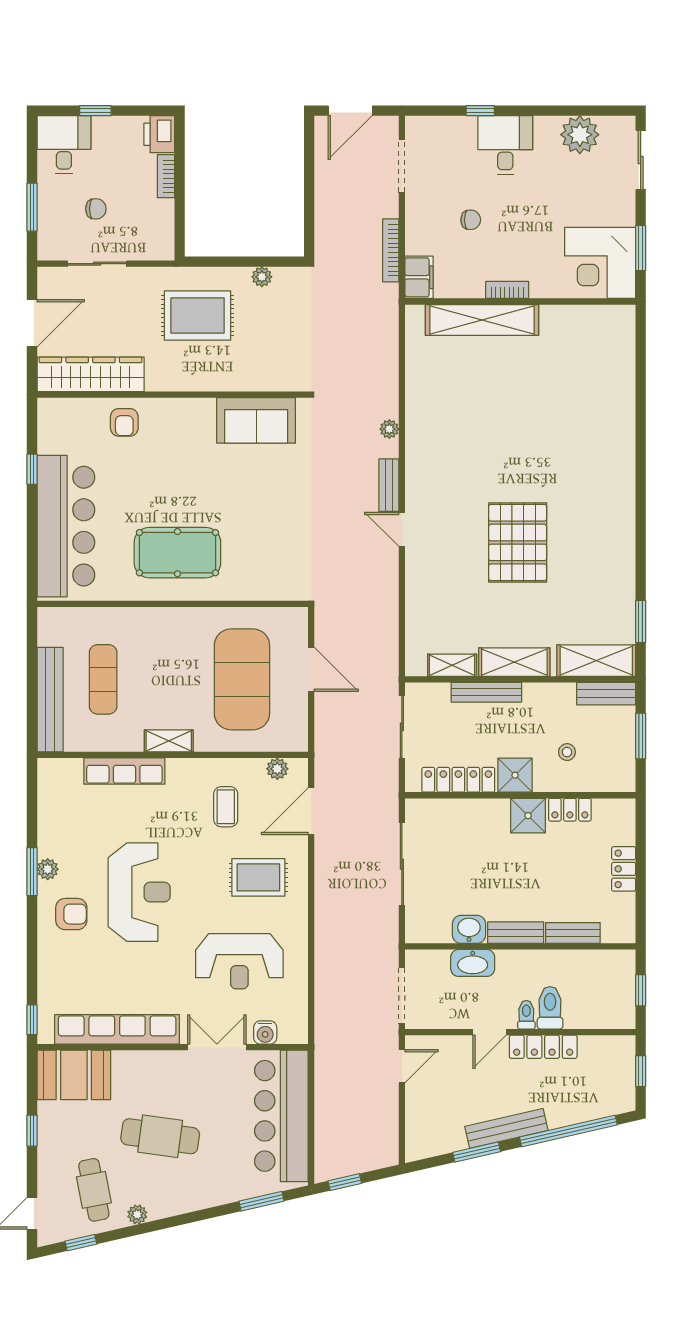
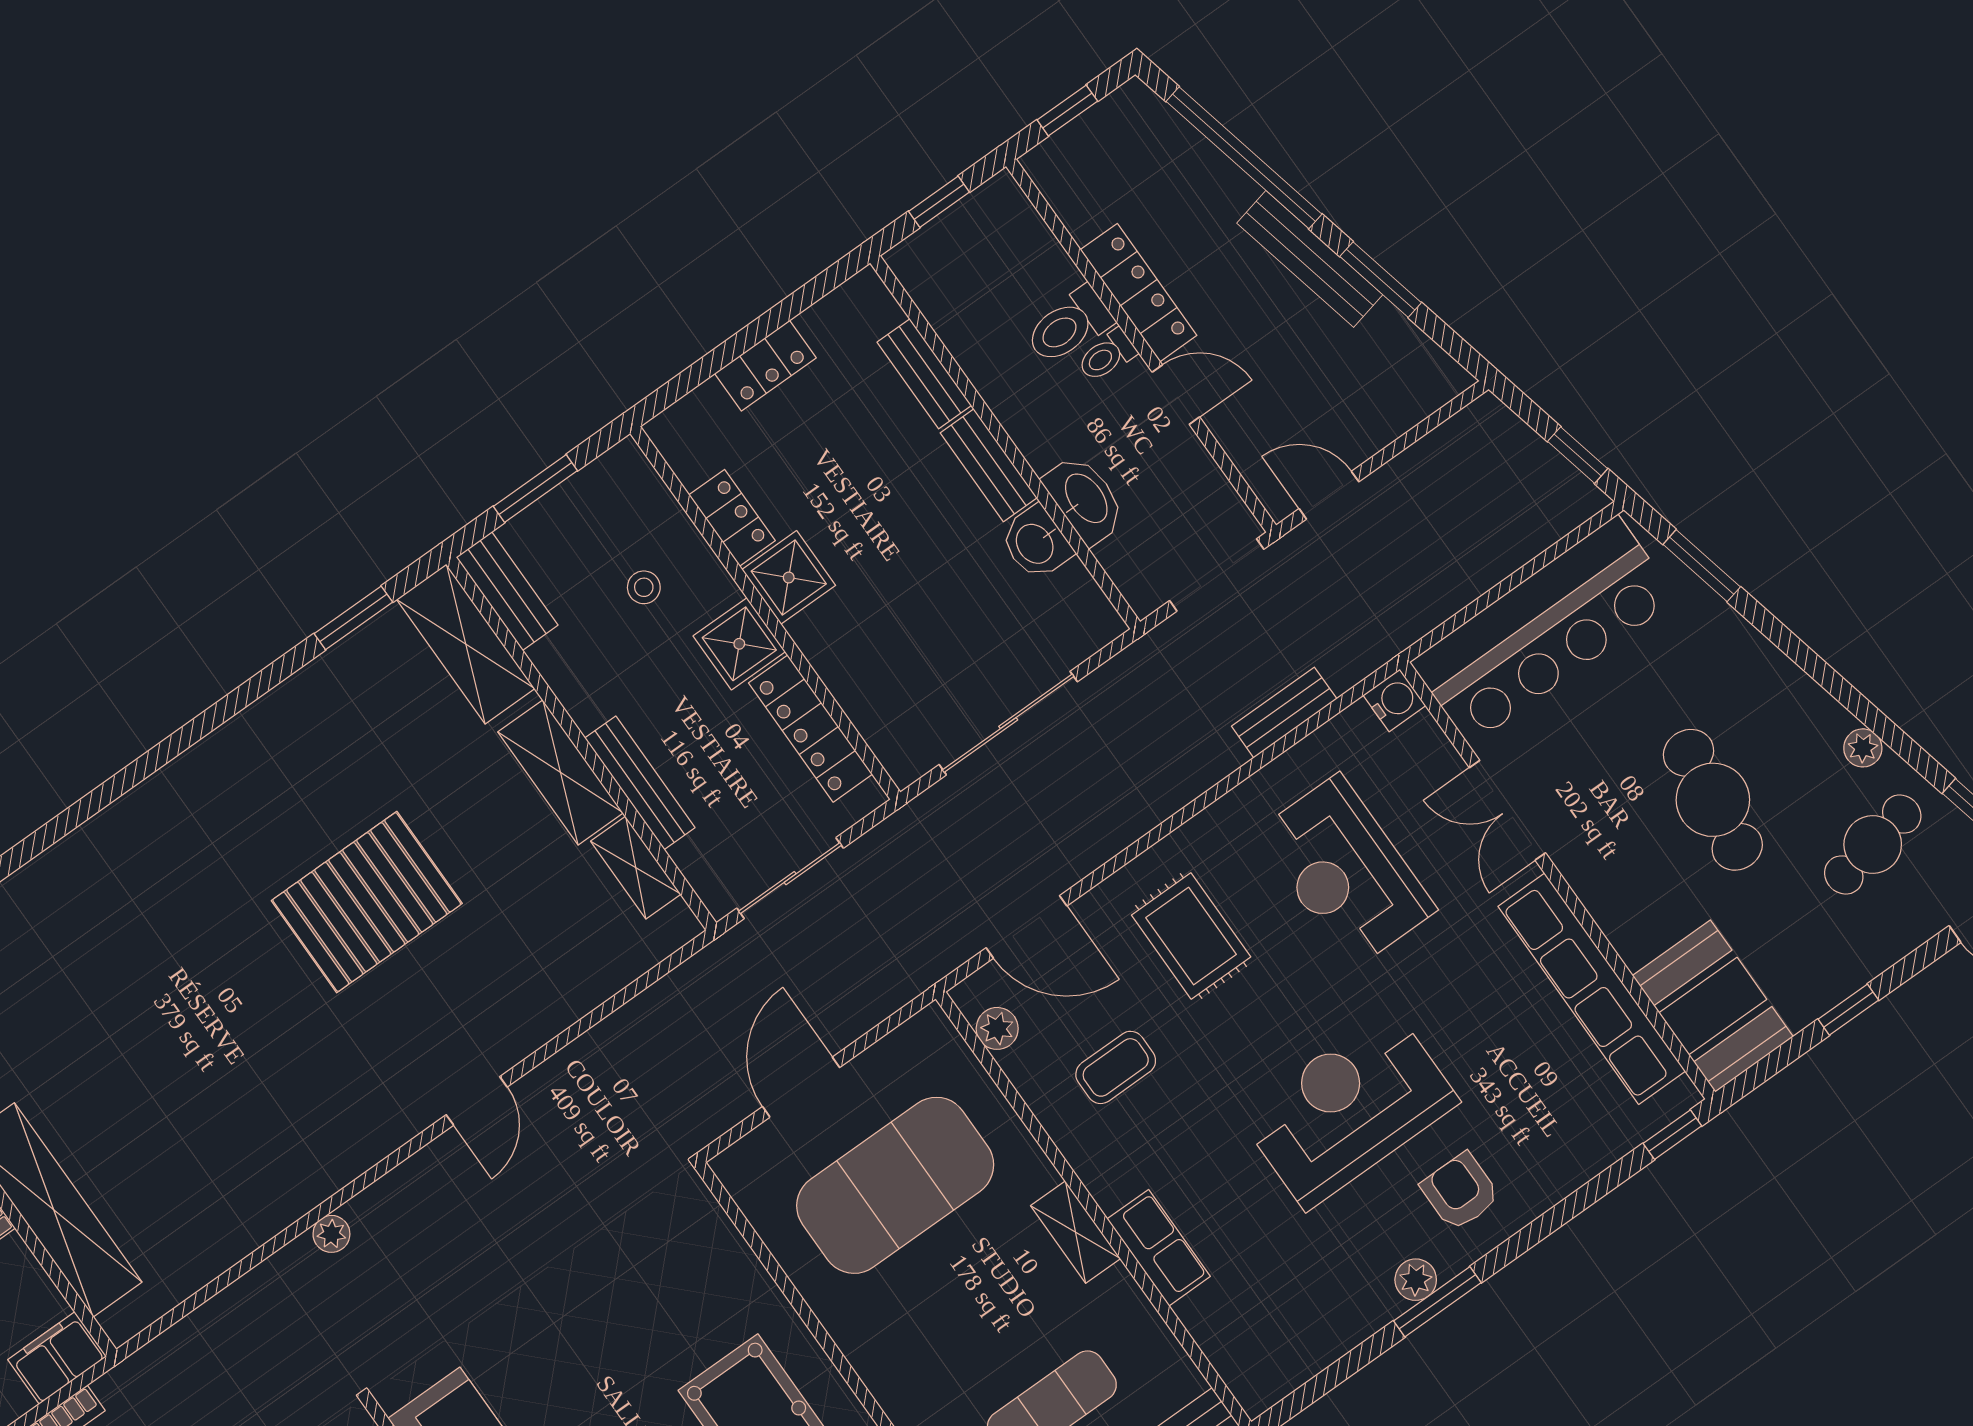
bench: (389, 485) -> (1284, 713), moved
row of seats: (124, 771) -> (1159, 1248), width x0.68
reception desk: (239, 961) -> (1346, 871), turned 180
water cooler: (265, 1033) -> (1394, 700), moved

